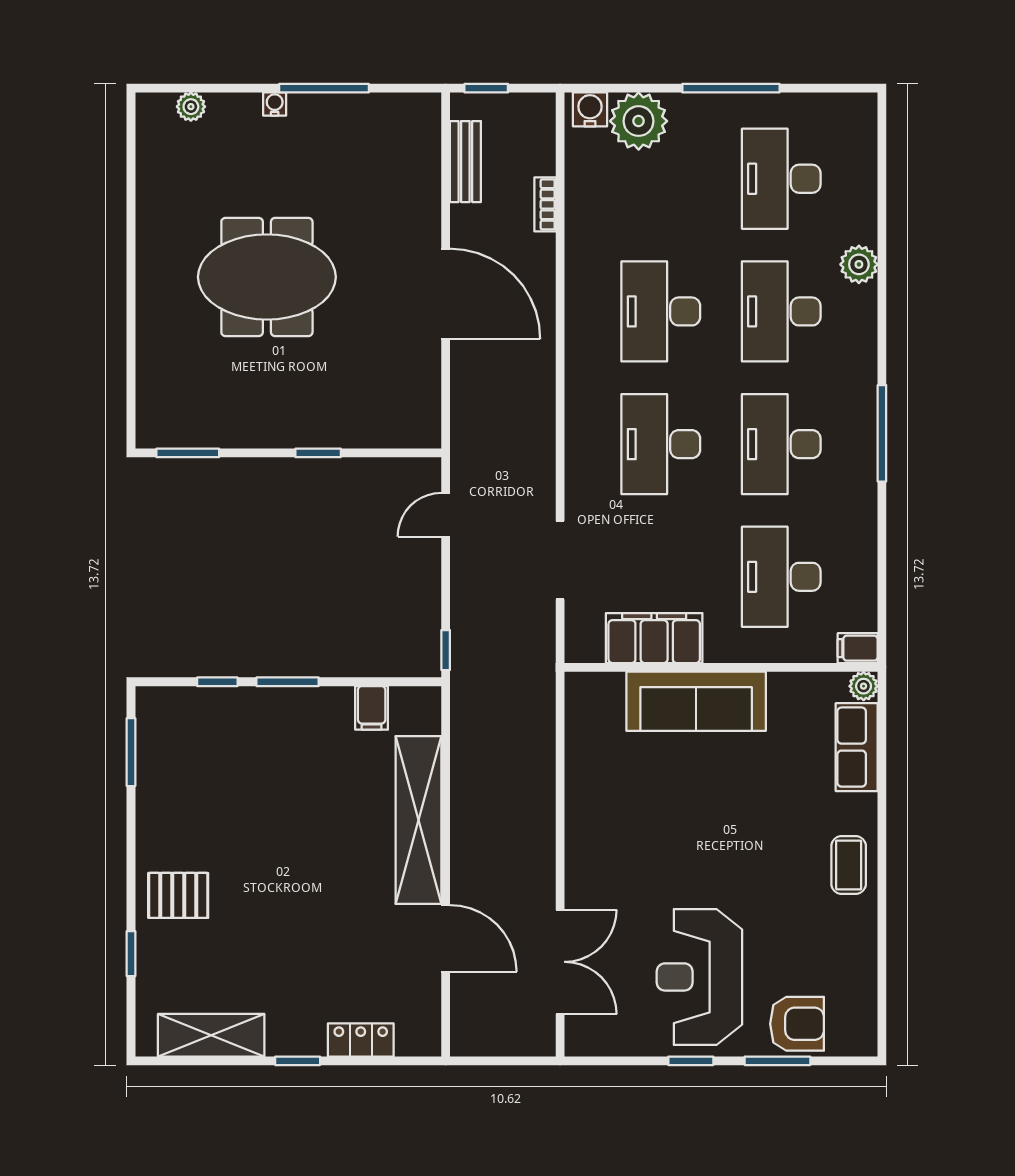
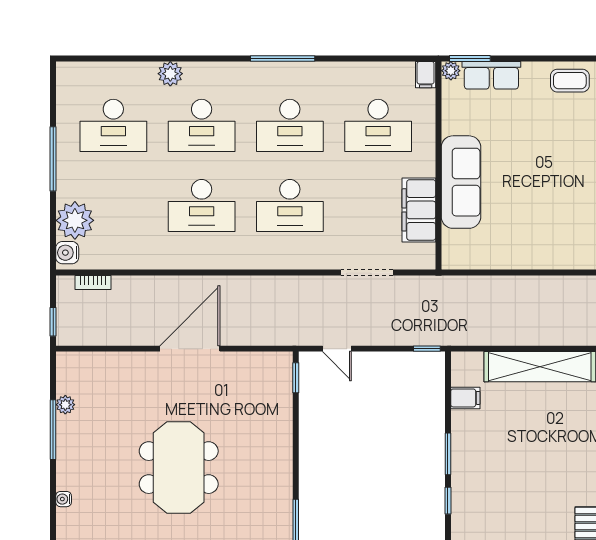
water cooler: (275, 104) -> (64, 499), moved
plant: (191, 107) -> (65, 405), moved
bench: (465, 162) -> (102, 336), removed
bookcase: (545, 204) -> (93, 283), moved
window: (318, 453) -> (296, 378), moved
window: (882, 715) -> (470, 58), added

